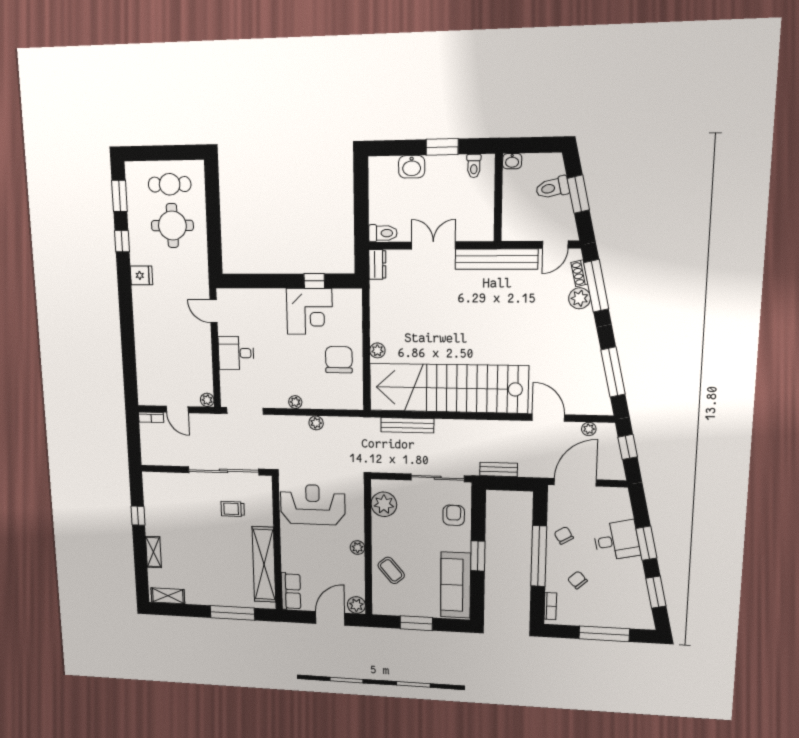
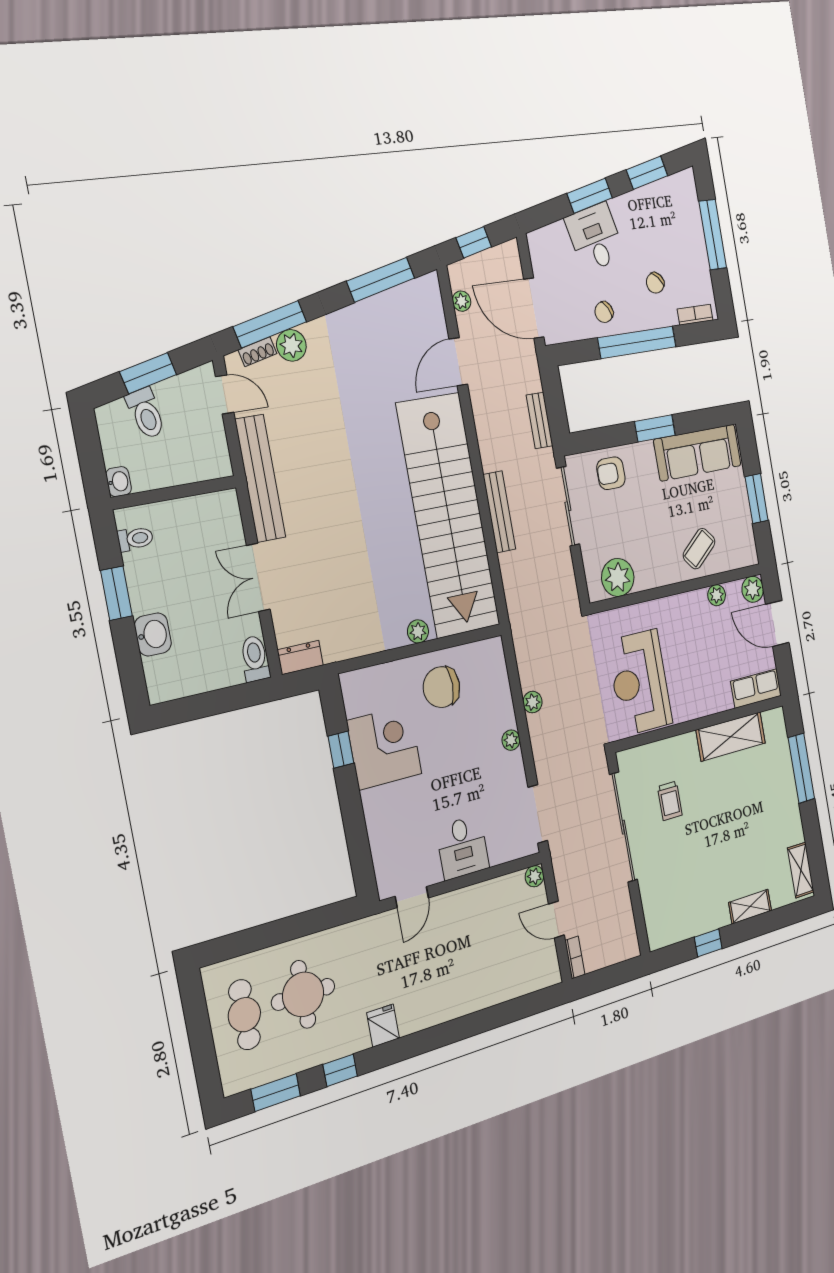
door: (177, 409) -> (556, 920), swing flipped
bench: (407, 425) -> (499, 512), moved
plant: (357, 548) -> (717, 595), moved
shelving: (264, 564) -> (731, 736), width x0.68

